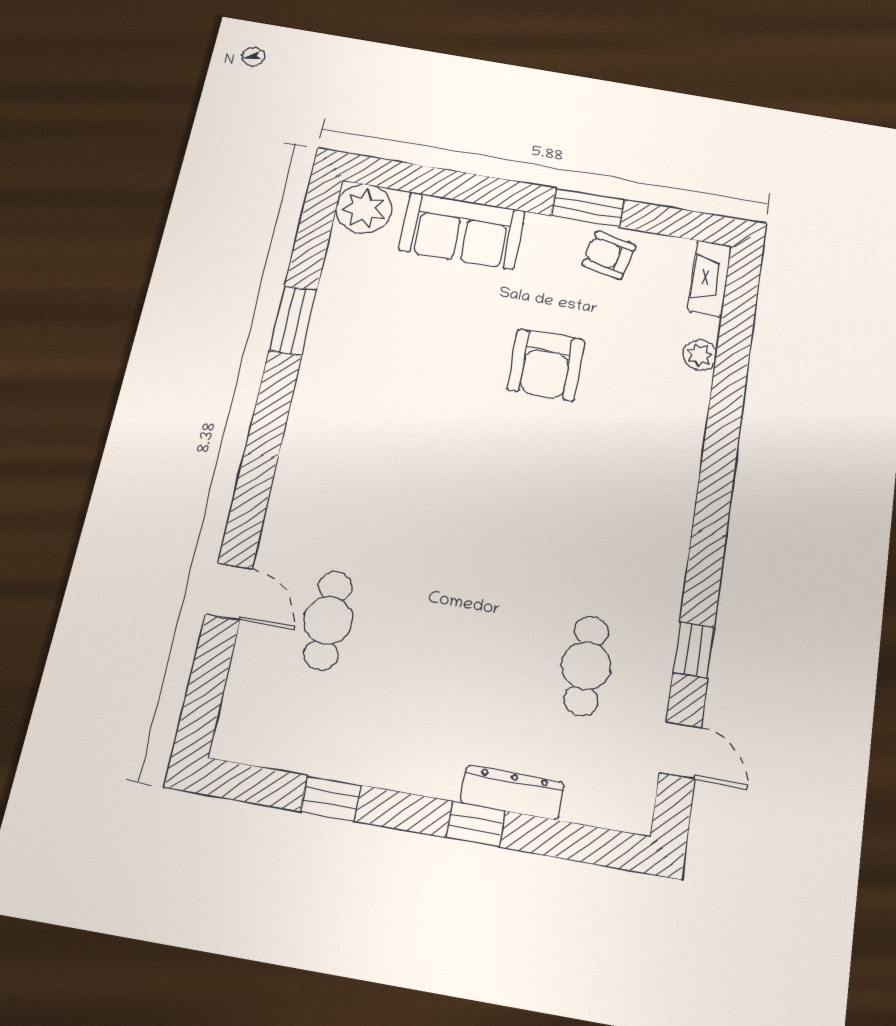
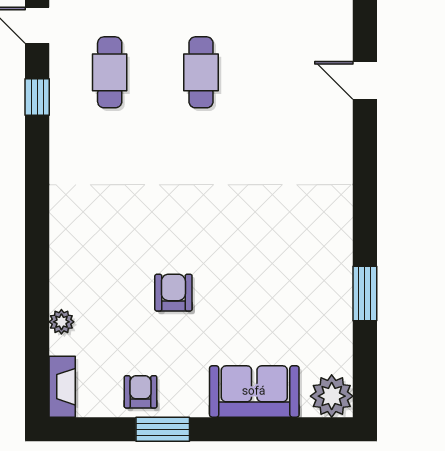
armchair: (609, 255) -> (141, 392), turned -103
armchair: (546, 365) -> (173, 293), width x0.72, depth x0.72
cafe table: (328, 620) -> (201, 72), moved

